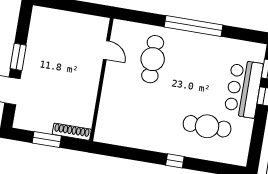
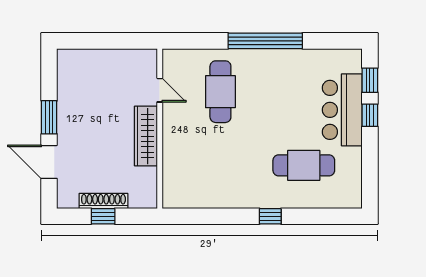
wardrobe: (90, 84) -> (146, 136), added
shoe rack: (72, 132) -> (103, 201), moved
window: (47, 139) -> (103, 216), width x0.67

